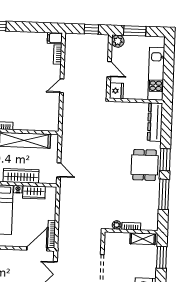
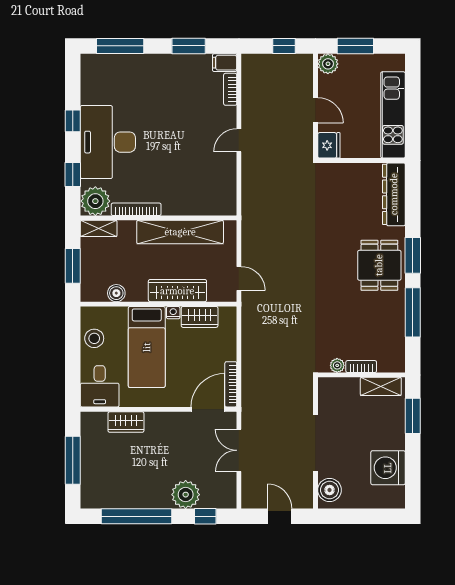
window: (33, 27) -> (189, 46), added

